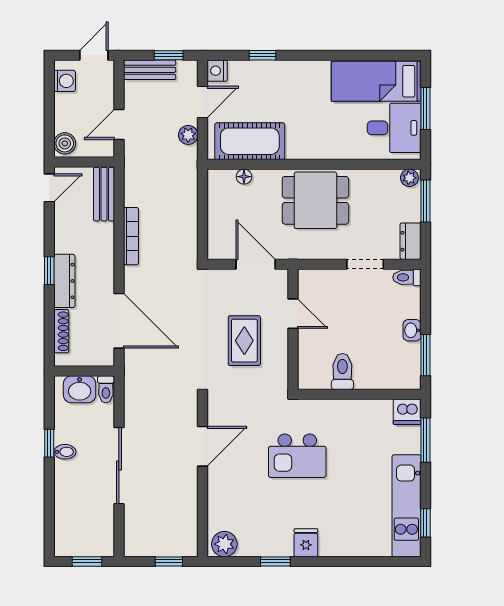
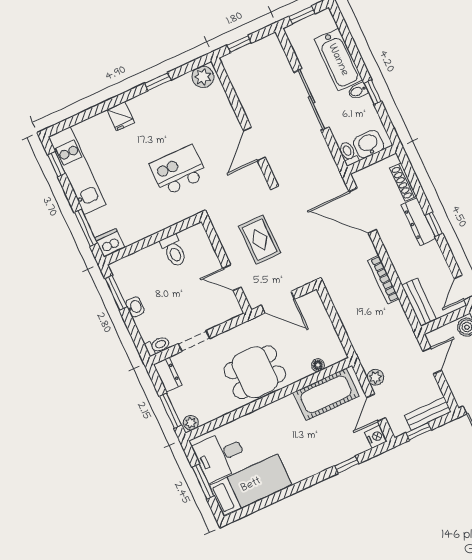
bathtub: (70, 495) -> (338, 60), added
fridge: (306, 543) -> (121, 116), moved

